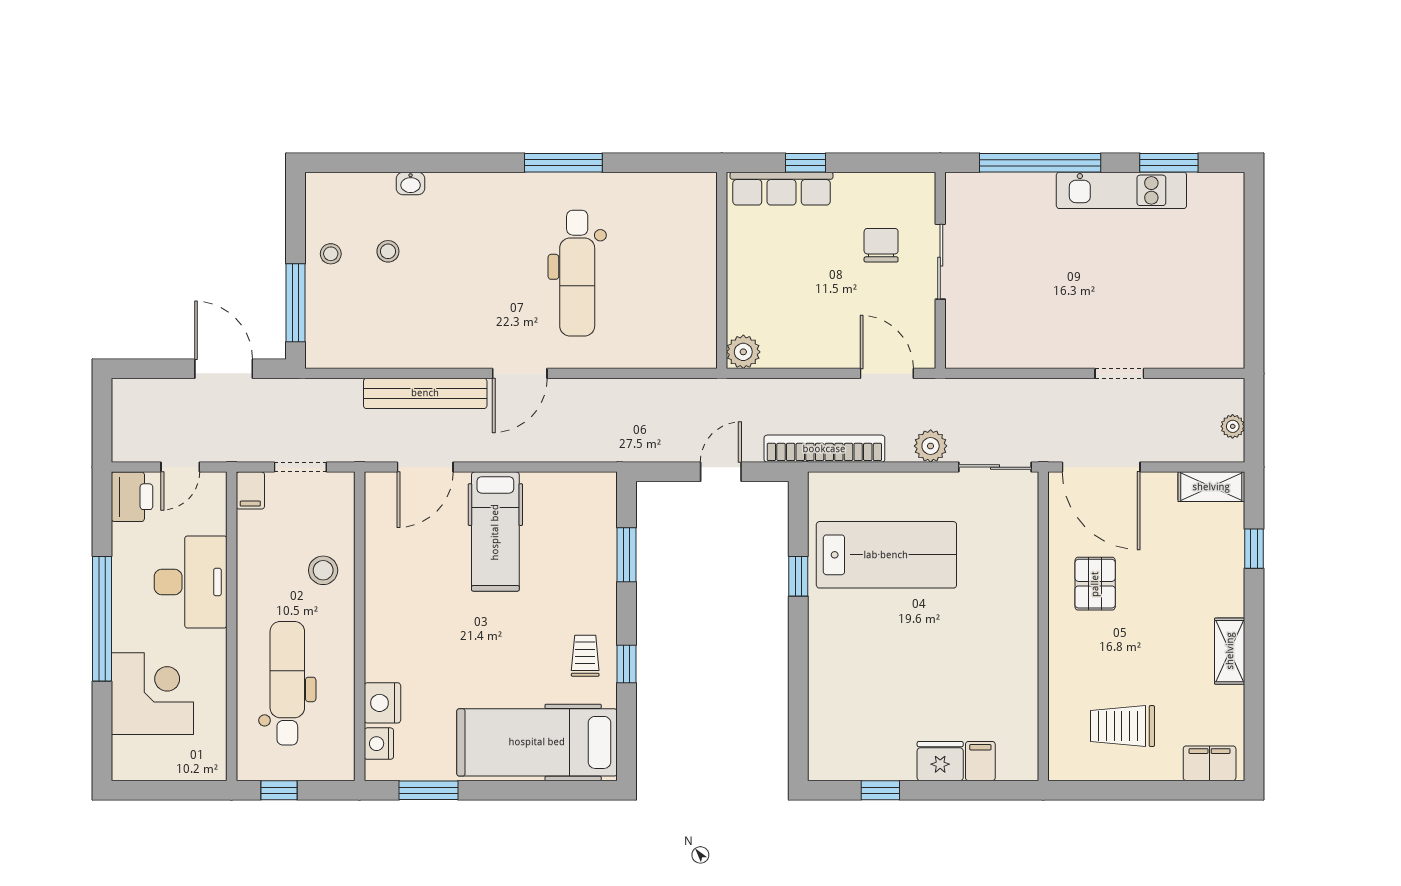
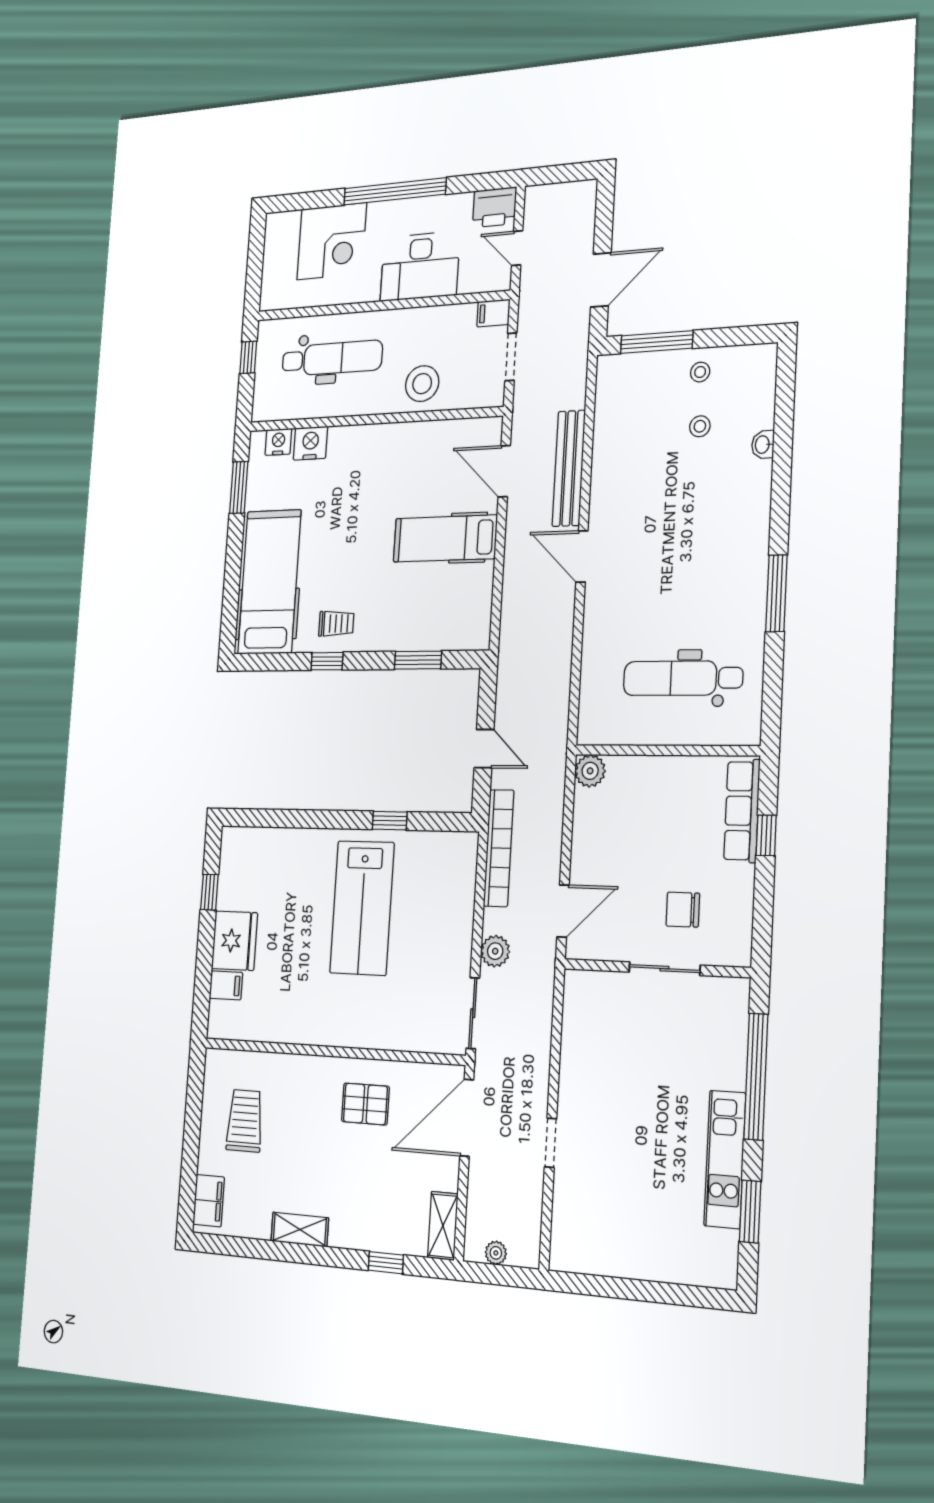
chair: (881, 245) -> (683, 910), turned 180
dental chair: (577, 273) -> (683, 678), moved
lab bench: (886, 555) -> (362, 908), moved
stool: (323, 570) -> (422, 384), width x1.38, depth x1.38
fridge: (940, 761) -> (234, 941), width x1.36, depth x1.34

